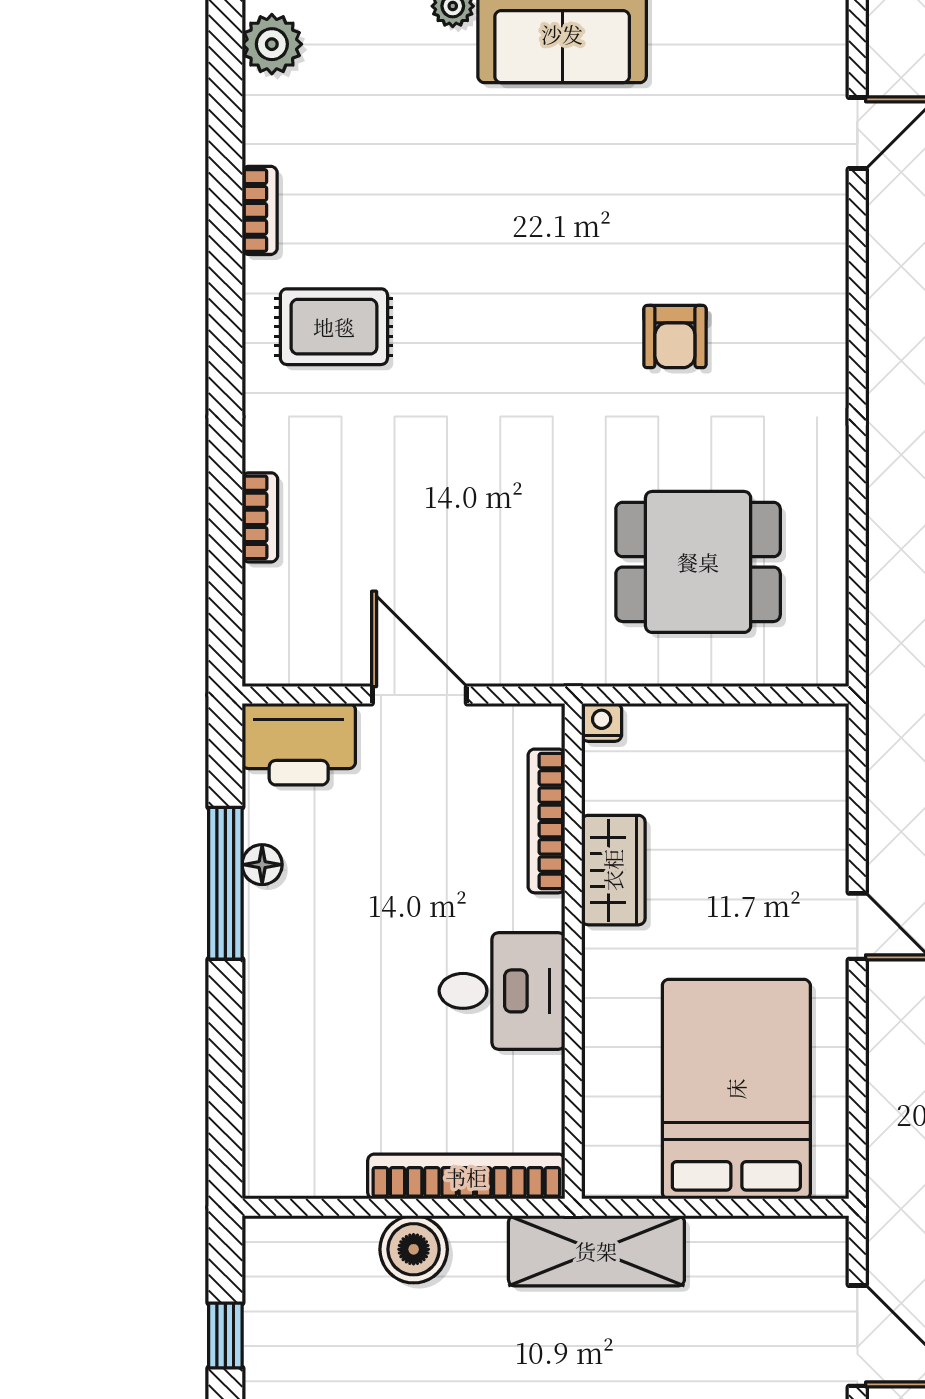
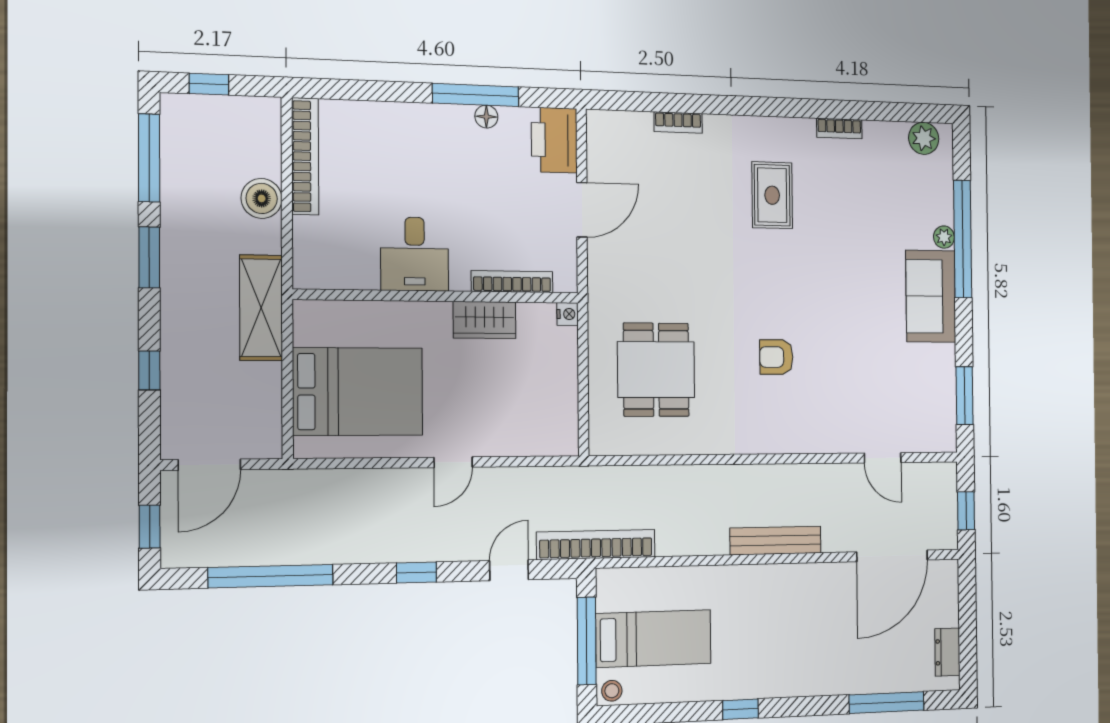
rug: (334, 327) -> (772, 195), moved
bookcase: (466, 1177) -> (305, 156), moved

